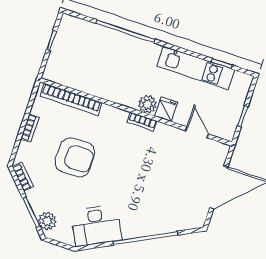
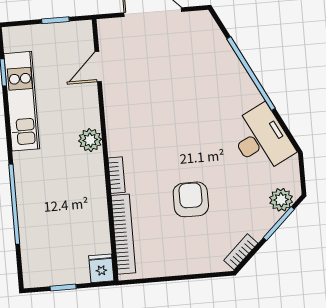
fridge: (166, 109) -> (101, 268), moved, turned 90
bookcase: (142, 122) -> (117, 175), moved
bookcase: (30, 128) -> (179, 269), removed
armchair: (75, 157) -> (191, 199), width x0.73, depth x0.73

